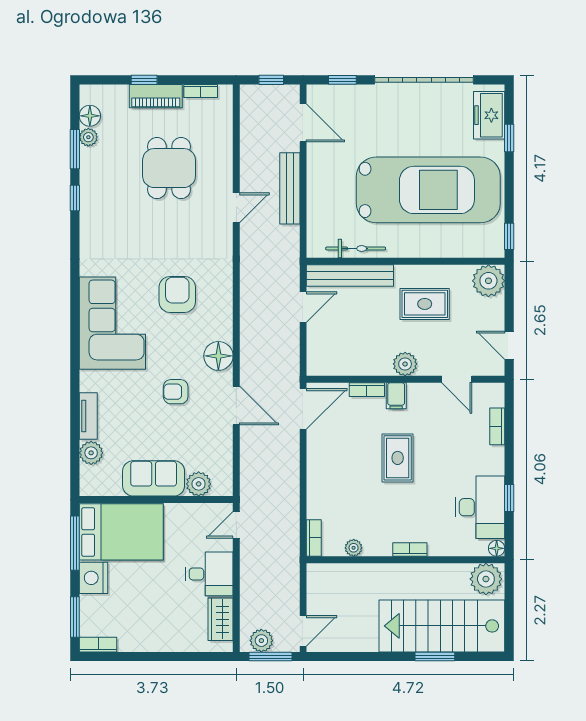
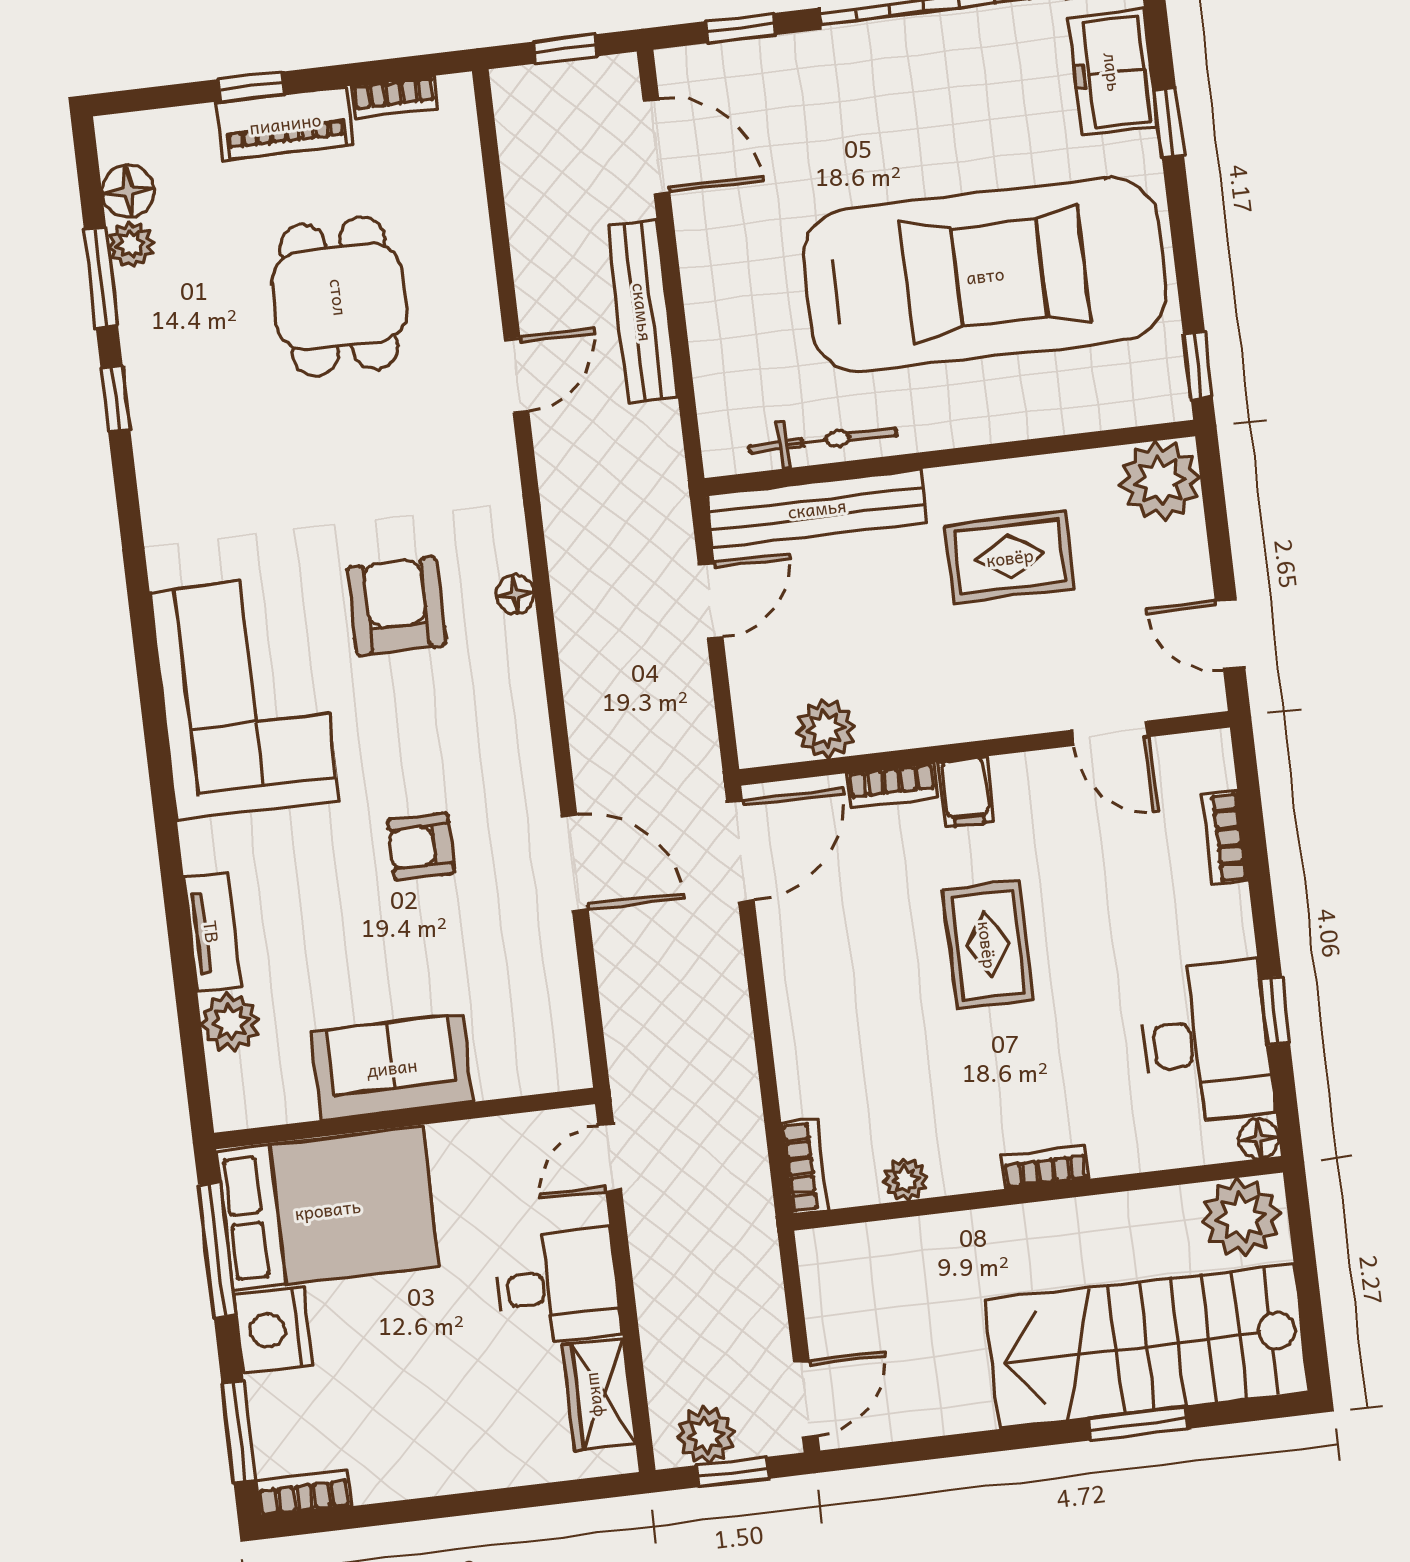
floor lamp: (218, 356) -> (515, 594), moved, width x0.53, depth x0.53
plant: (405, 364) -> (826, 729), moved
plant: (199, 484) -> (505, 1067), removed
window: (270, 657) -> (733, 1472), width x0.67

